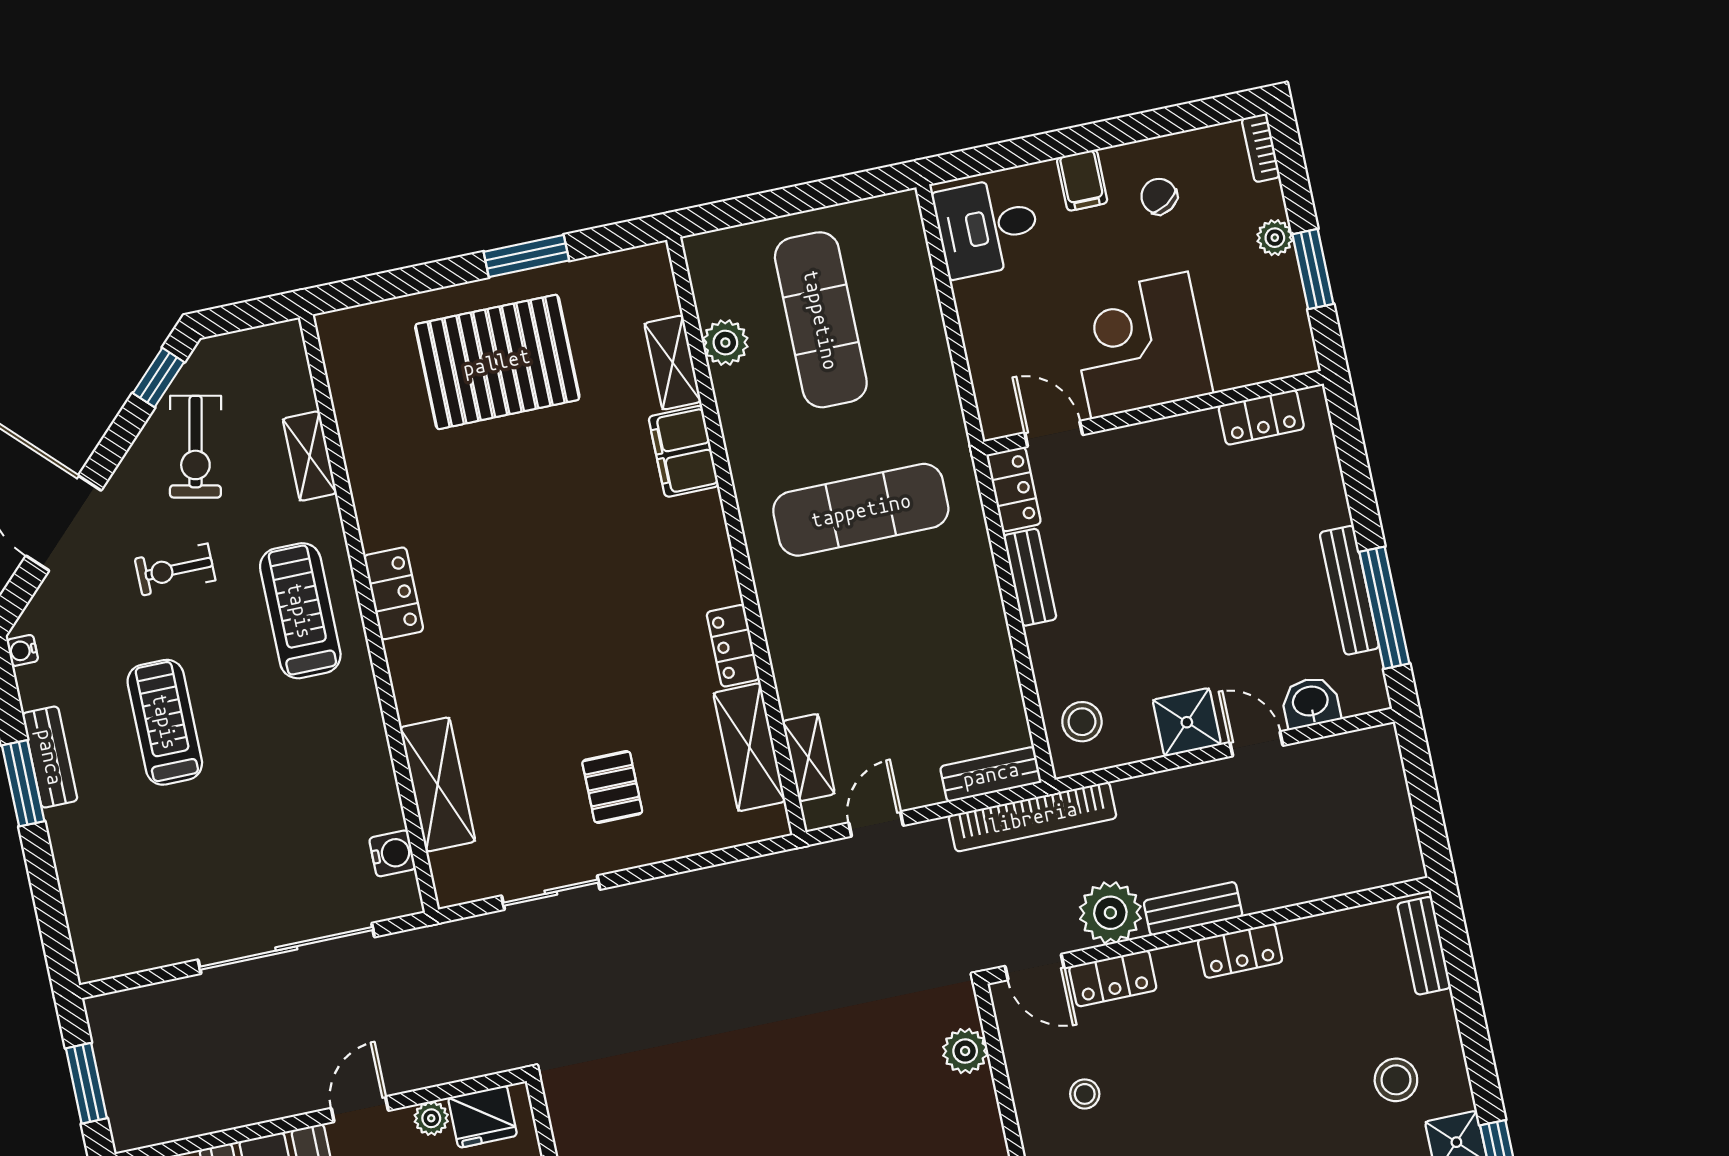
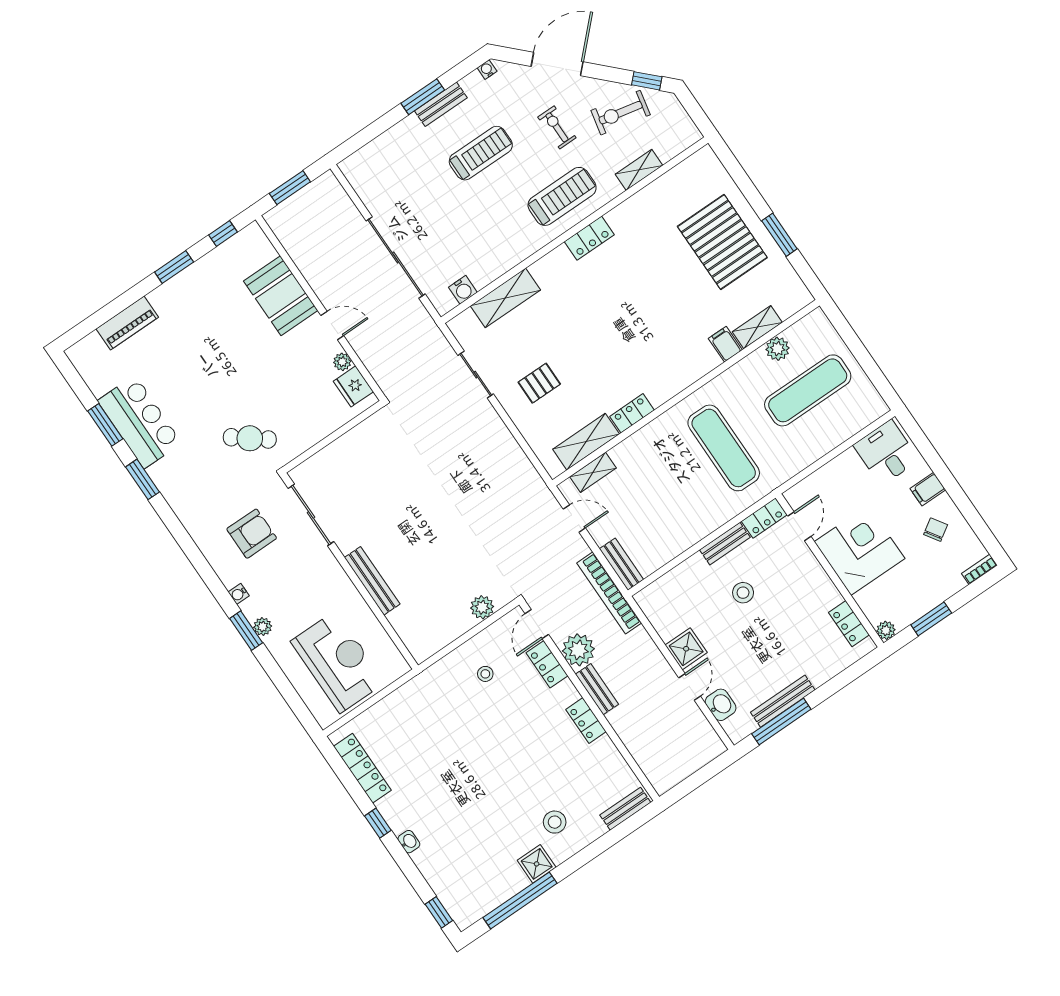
plant: (1275, 238) -> (886, 630), moved
filing cabinet: (684, 451) -> (725, 344), width x0.50
stool: (1082, 722) -> (743, 593), moved

